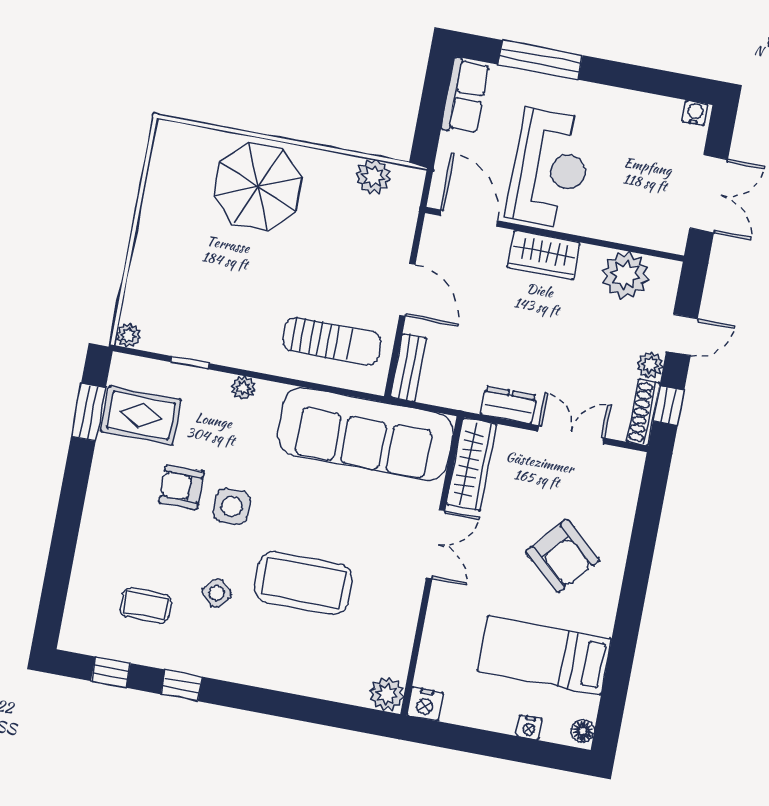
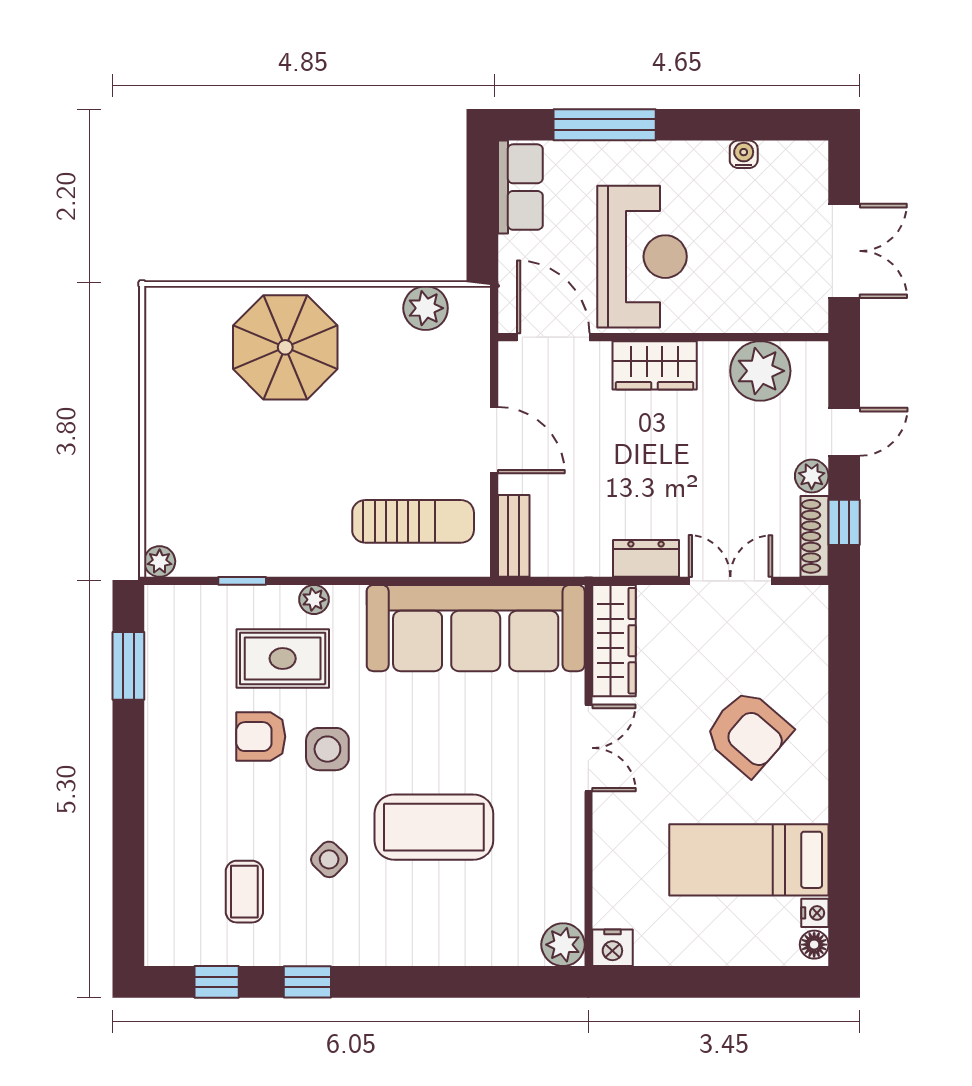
water cooler: (695, 113) -> (744, 154), moved
rug: (141, 415) -> (283, 658), moved
coffee table: (146, 606) -> (244, 892), turned 90
nightstand: (529, 728) -> (815, 913), moved, turned -90

